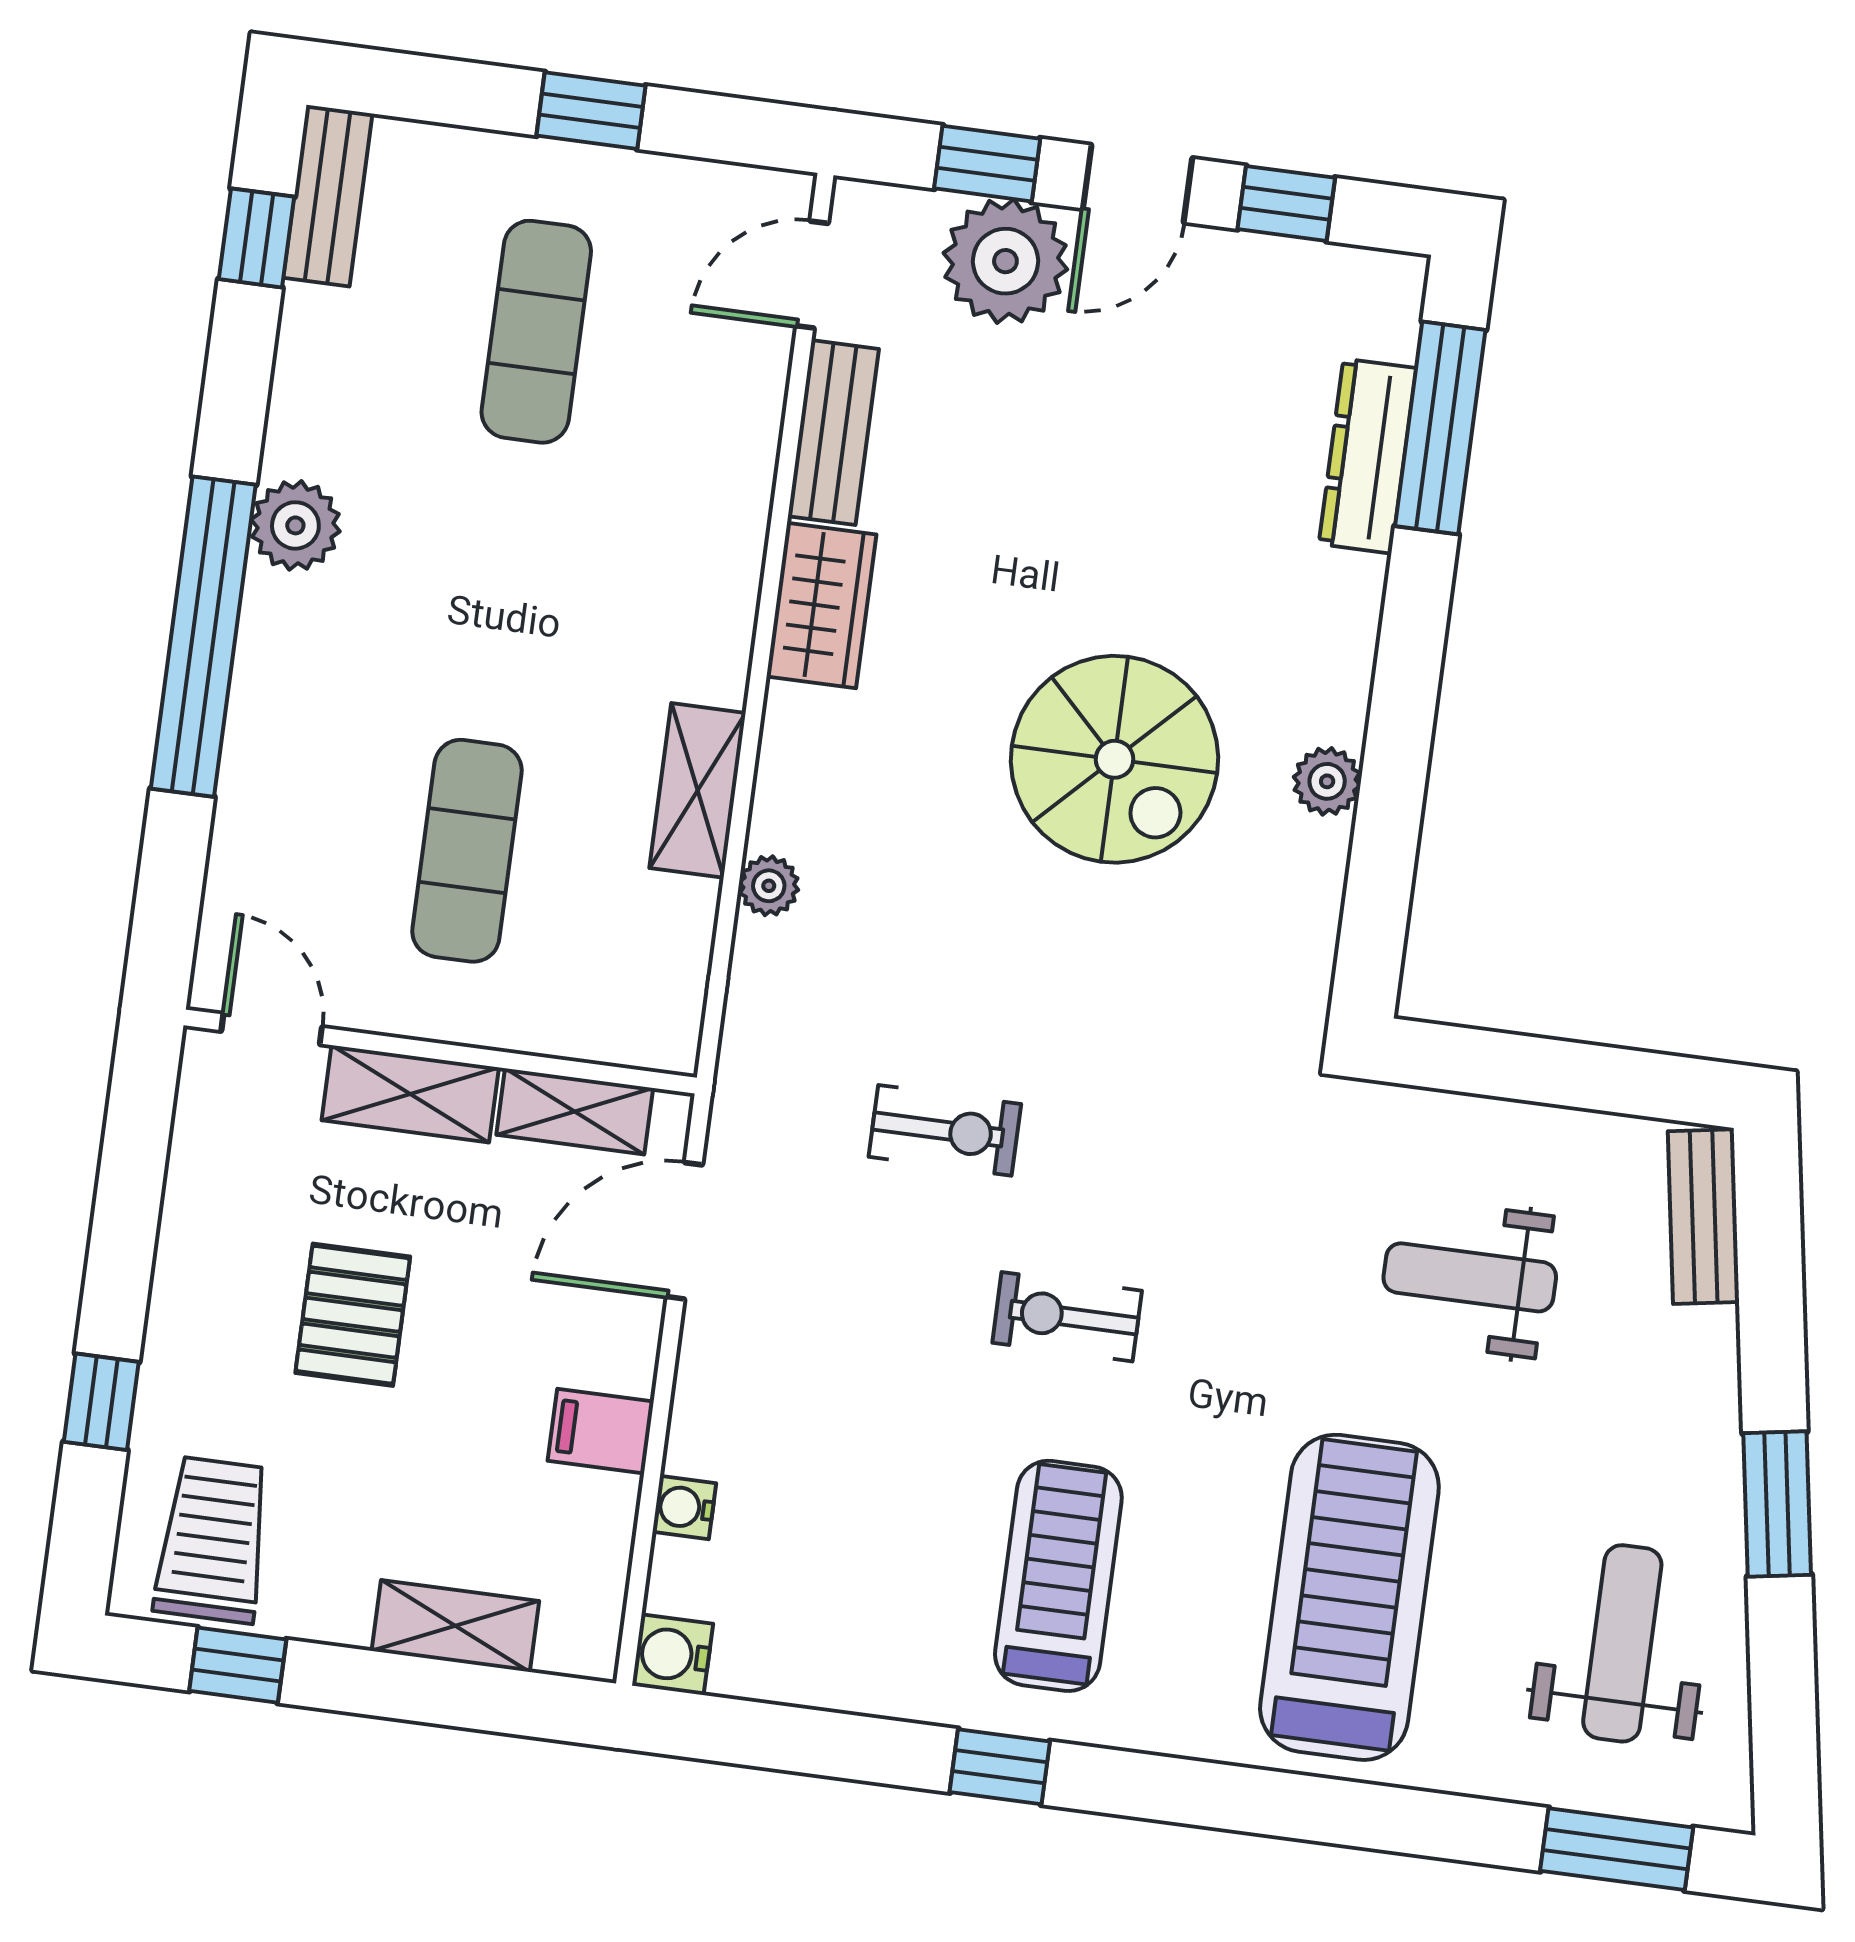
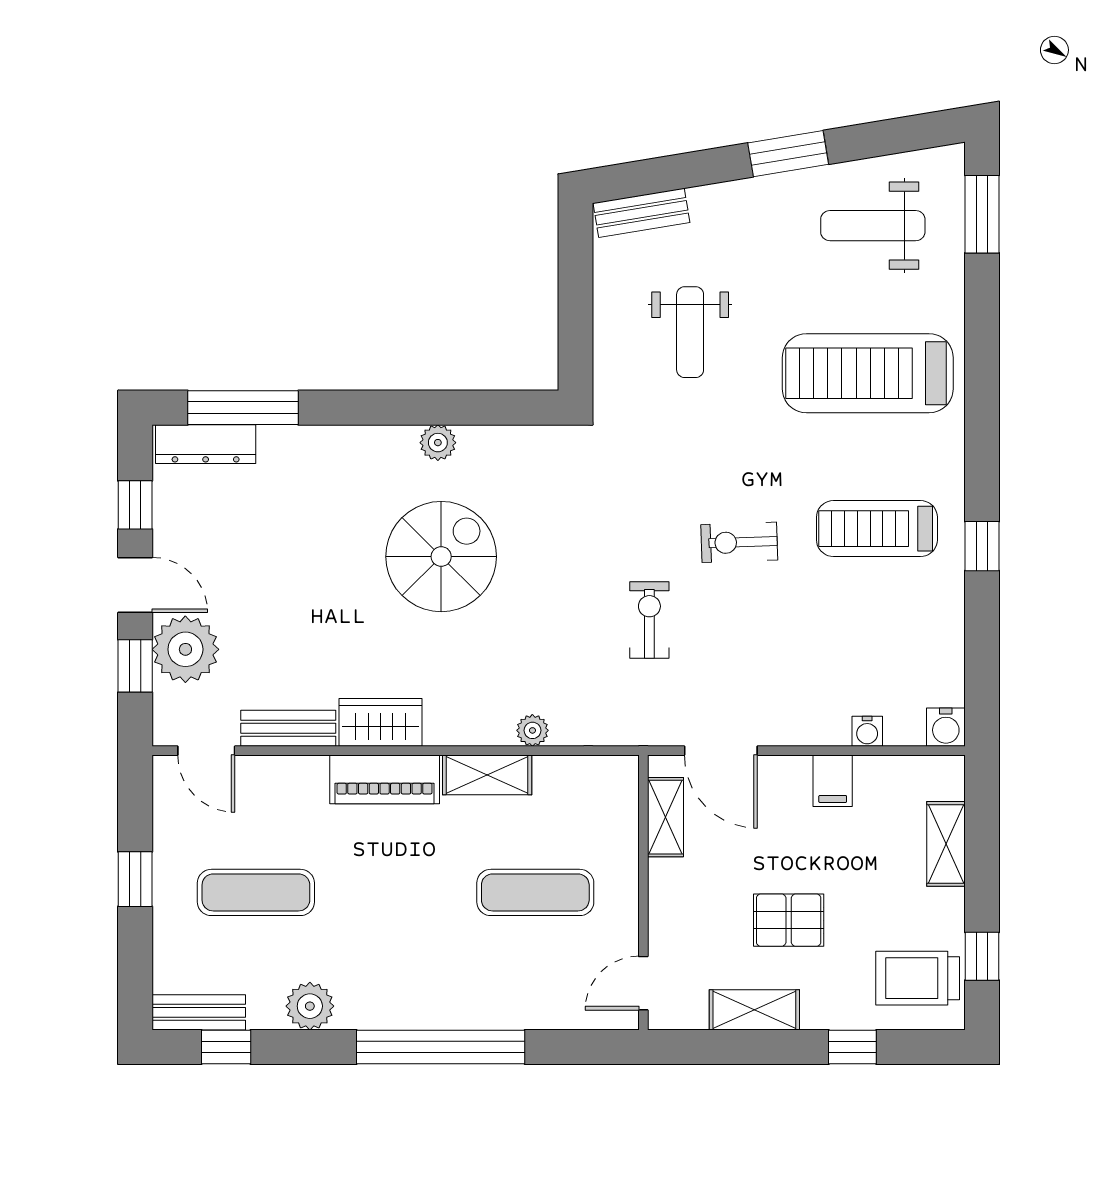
dresser: (1368, 456) -> (206, 444), moved
plant: (295, 525) -> (310, 1006), moved
piano: (715, 599) -> (385, 779), added
shelving: (410, 1094) -> (754, 1010), moved, turned 90
exercise bike: (1067, 1317) -> (739, 542), turned 88

